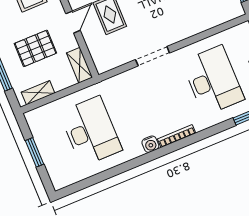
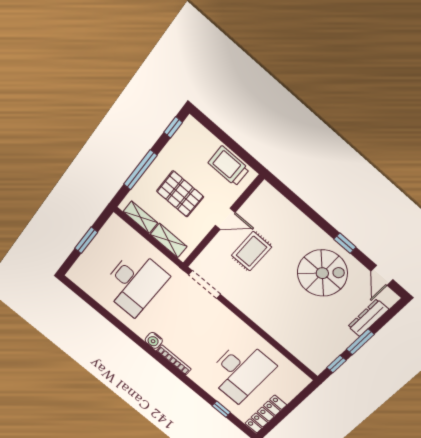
doorway: (153, 56) -> (204, 285), moved
shelving: (80, 65) -> (169, 240), moved, turned 90

